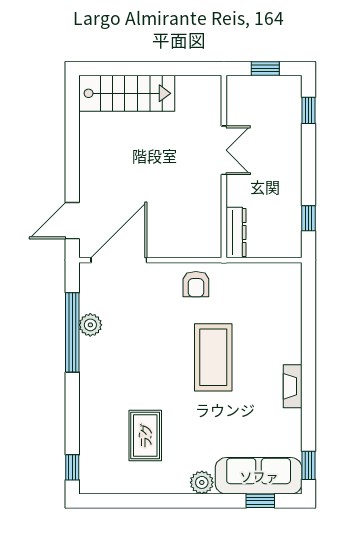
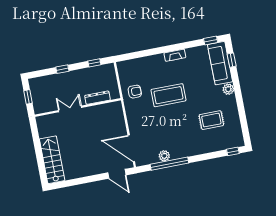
window: (309, 110) -> (62, 69), moved
dresser: (236, 233) -> (97, 98), moved
armchair: (196, 284) -> (135, 92), moved

